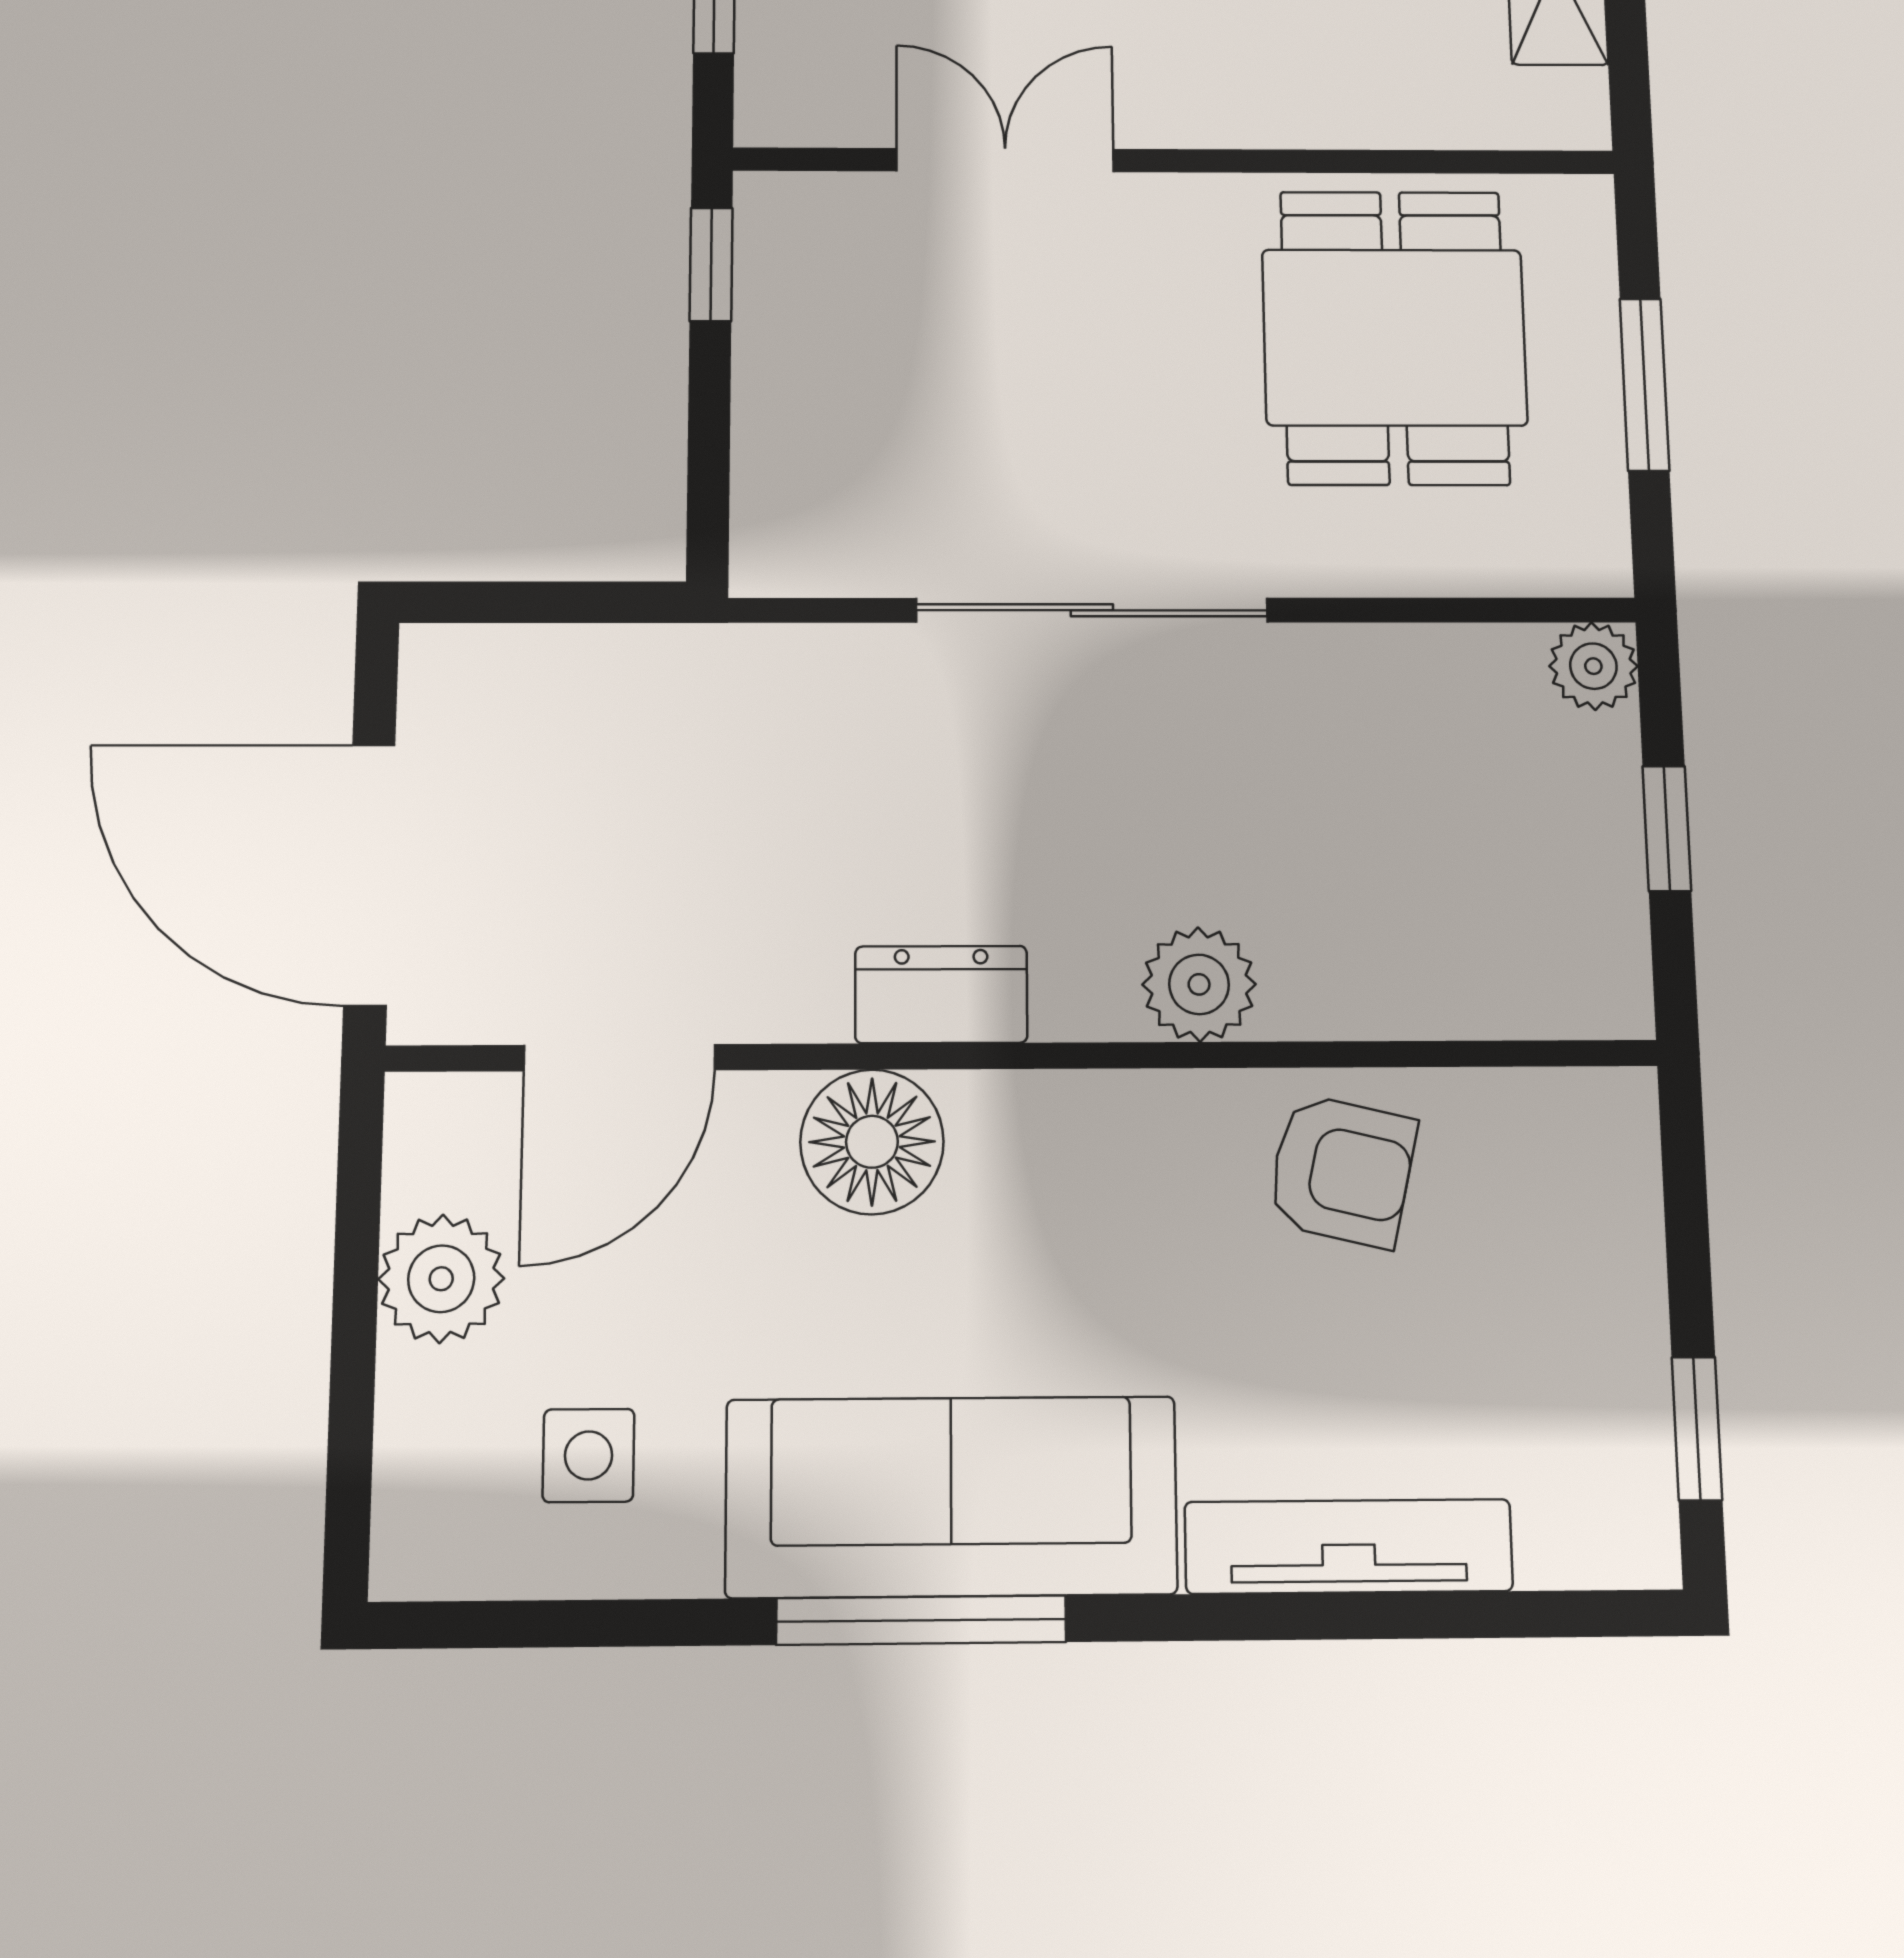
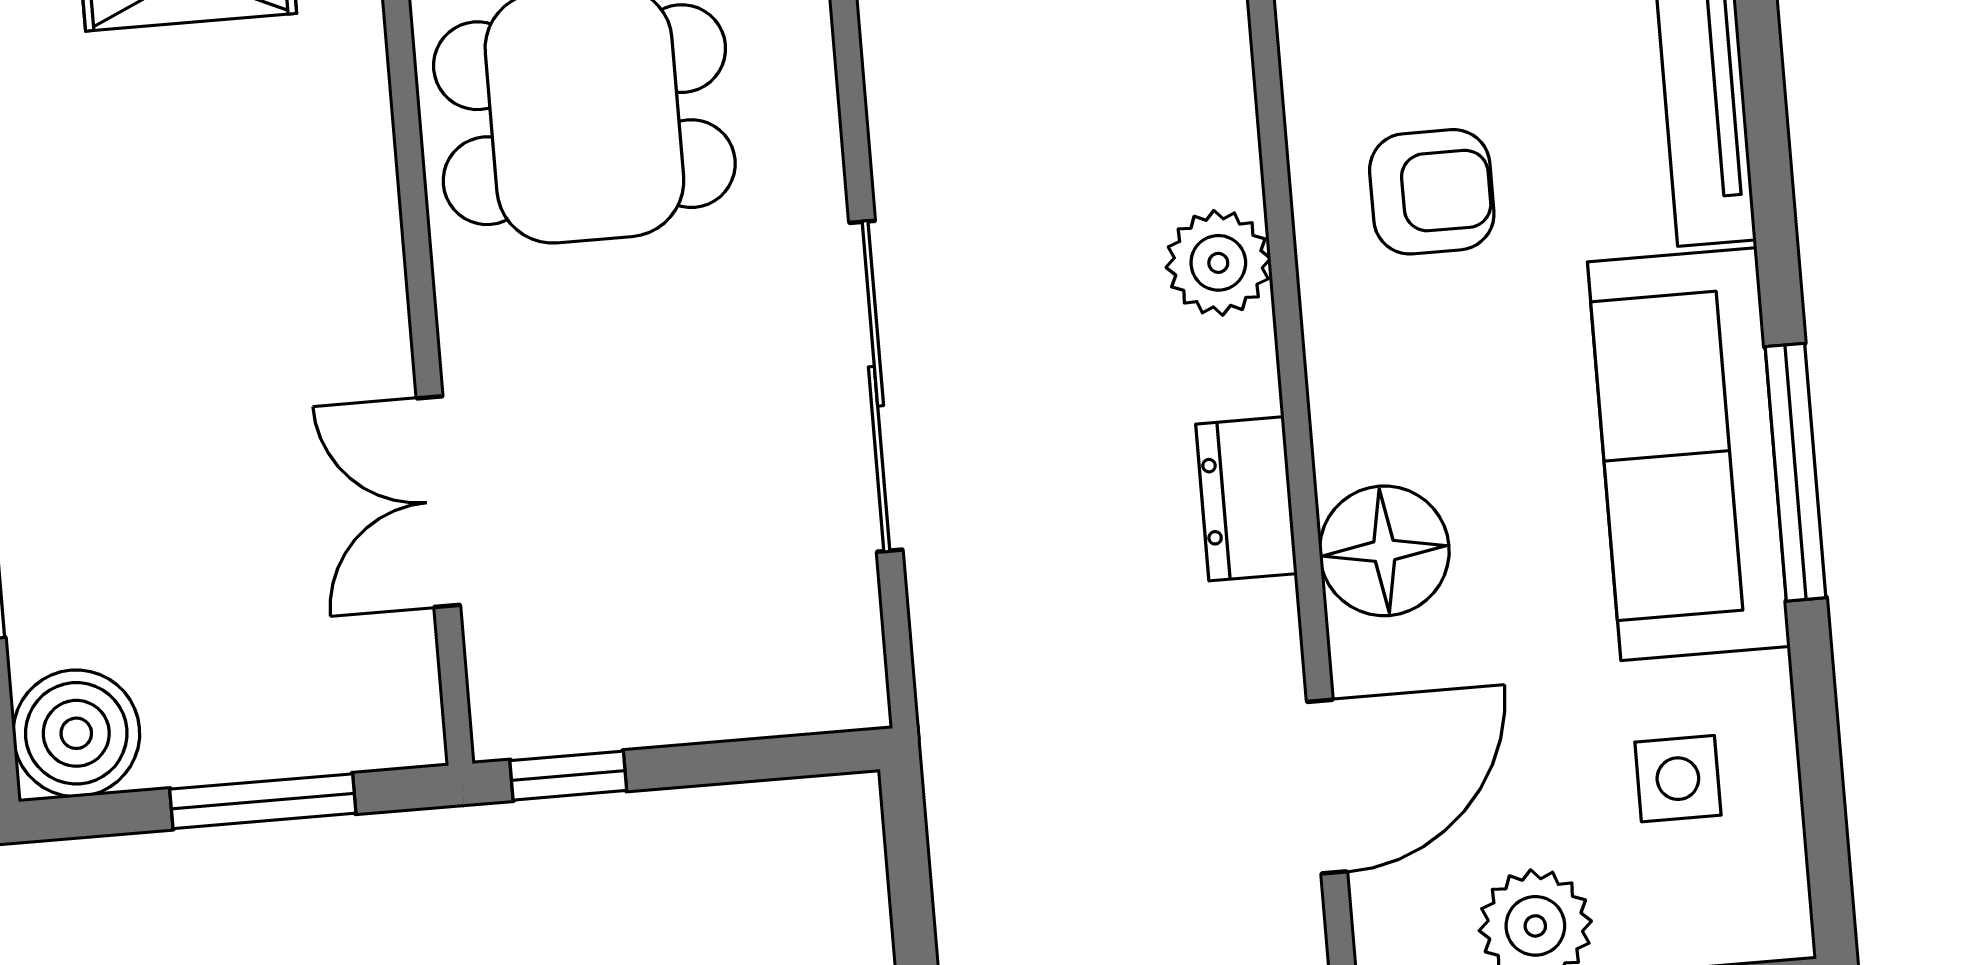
door: (619, 1058) -> (1327, 787), hinge flipped
armchair: (1342, 1171) -> (1432, 192), moved, turned 77

